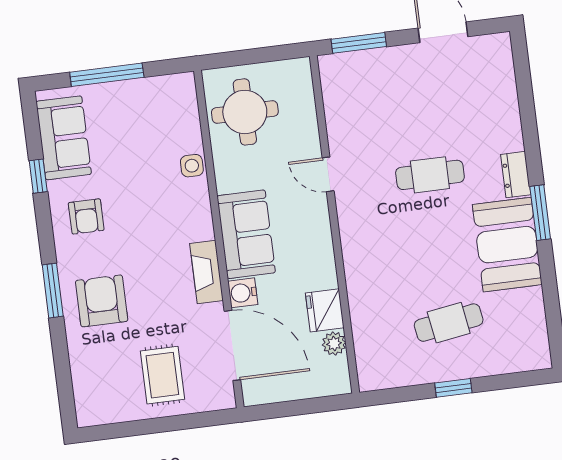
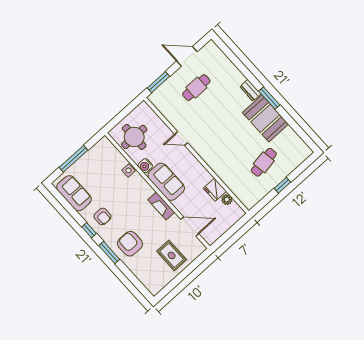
cafe table: (430, 175) -> (196, 88), moved
window: (38, 176) -> (89, 230), moved
water cooler: (243, 293) -> (145, 166), moved
door: (232, 345) -> (190, 226), width x0.73

